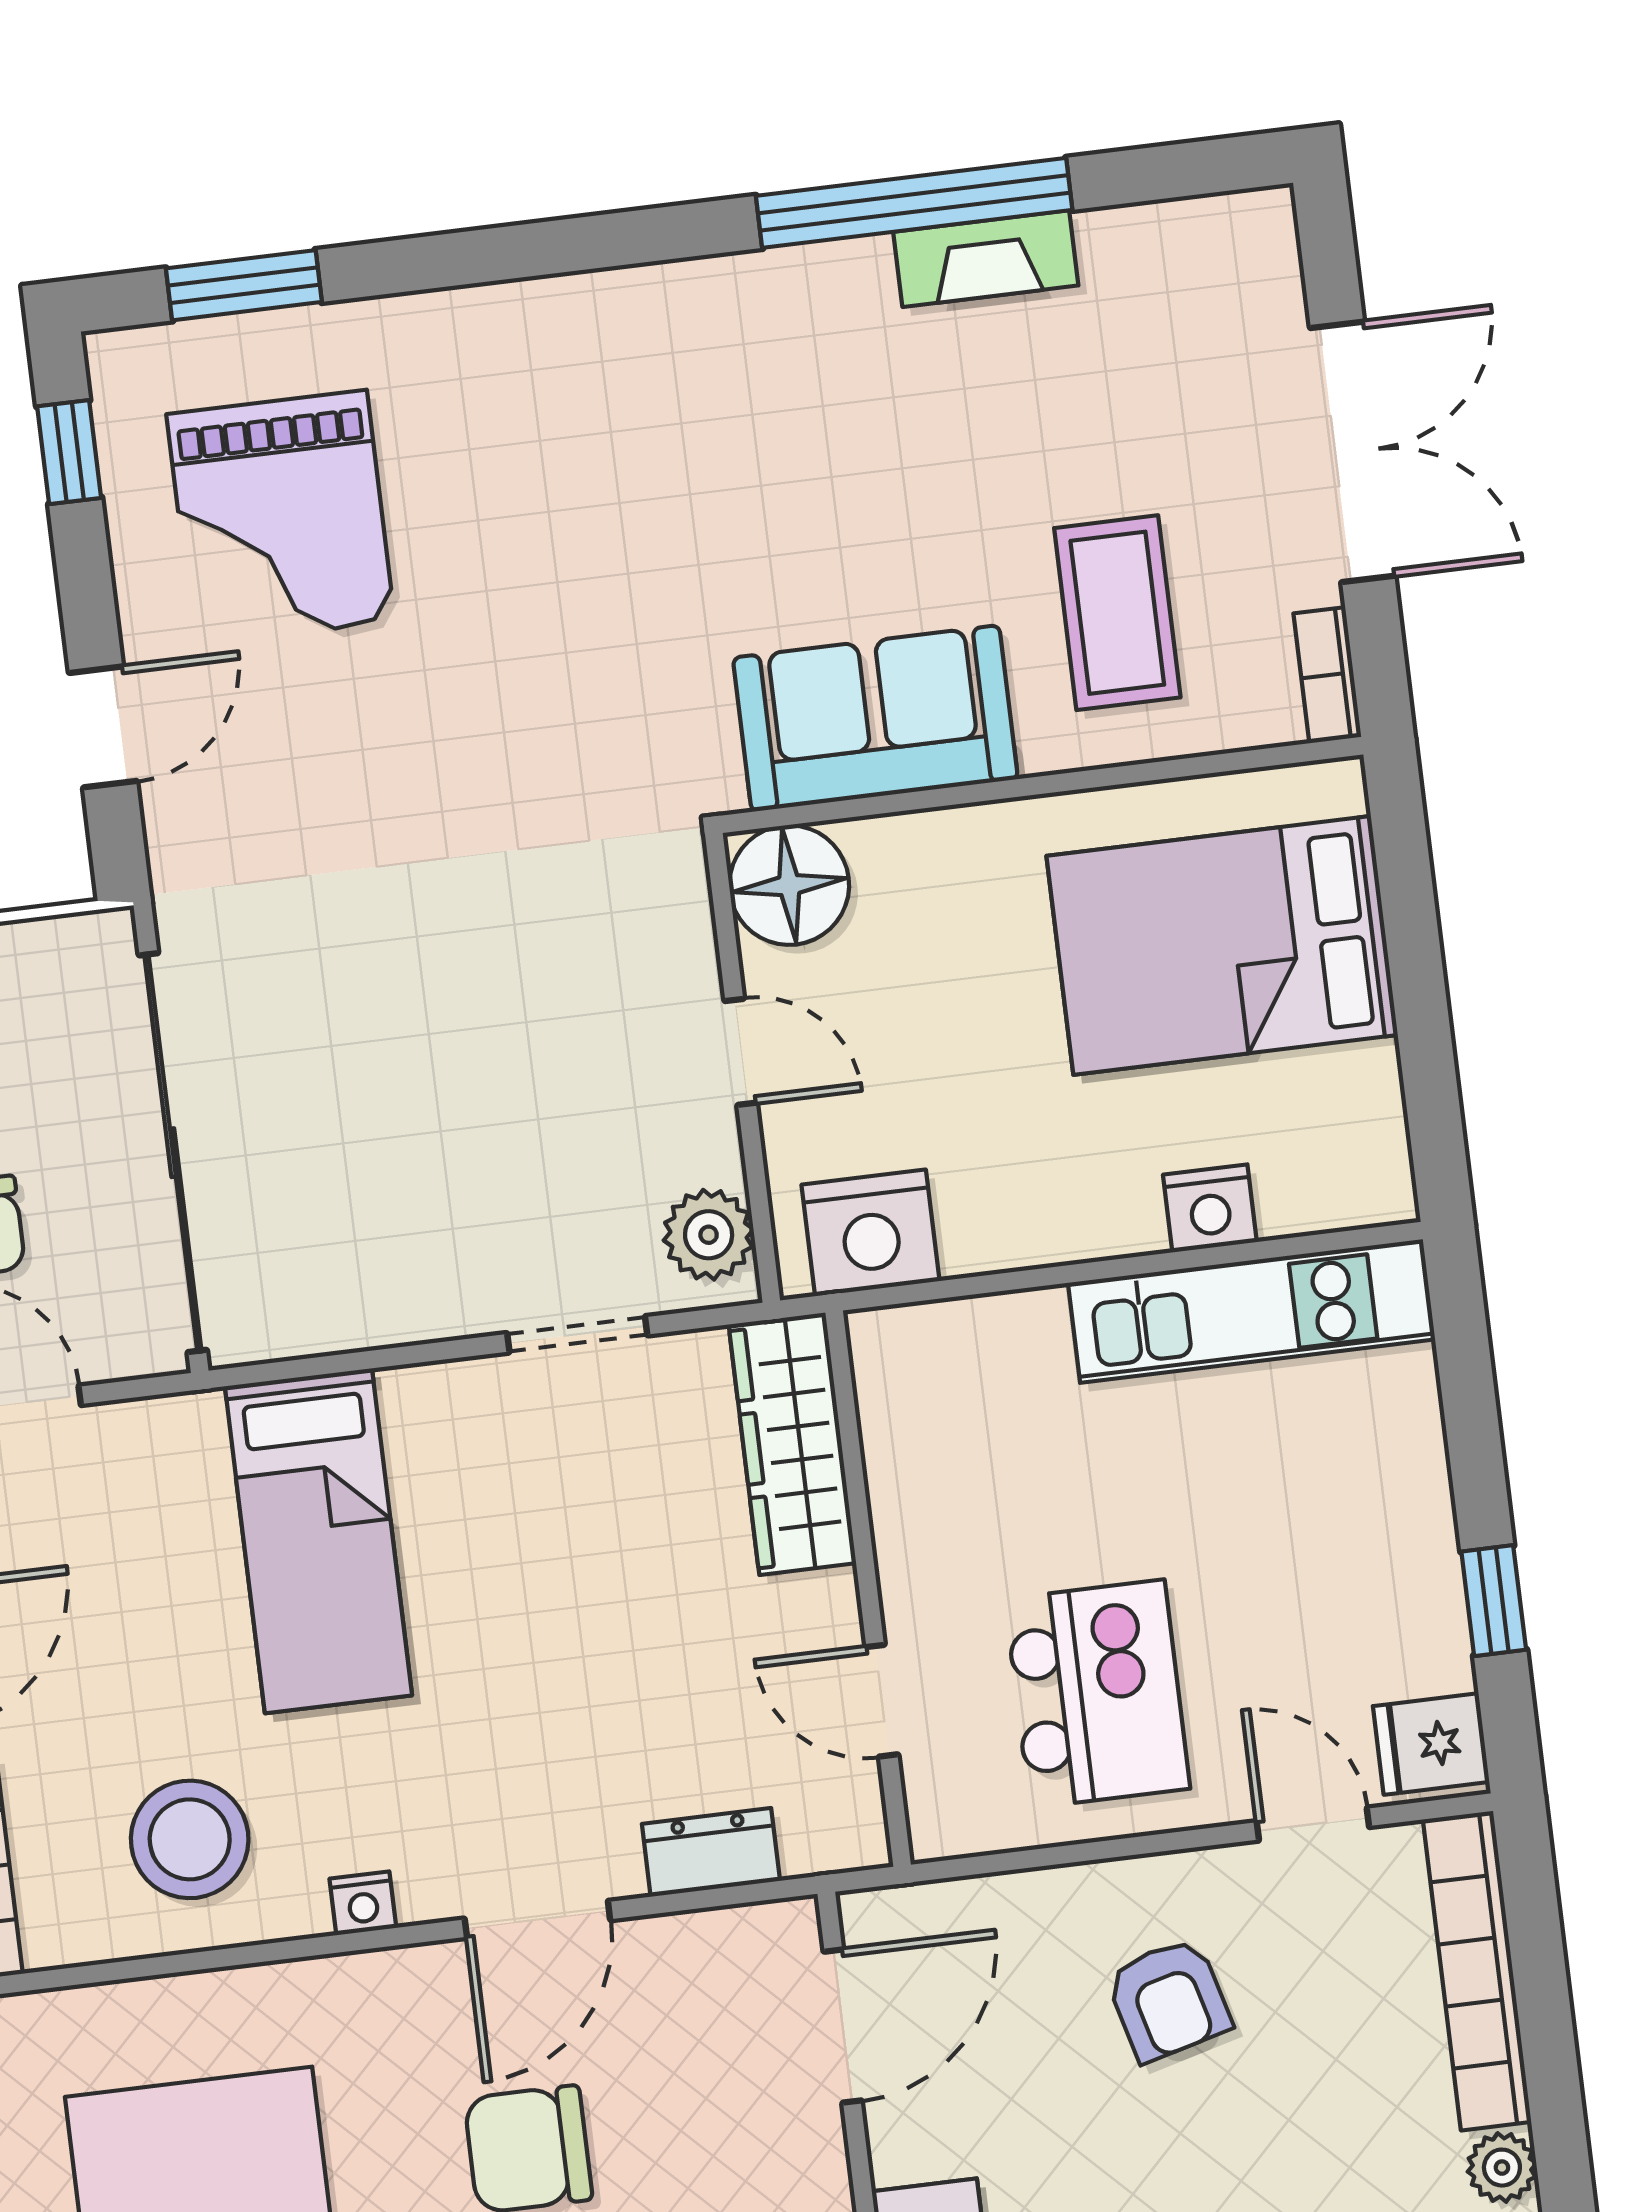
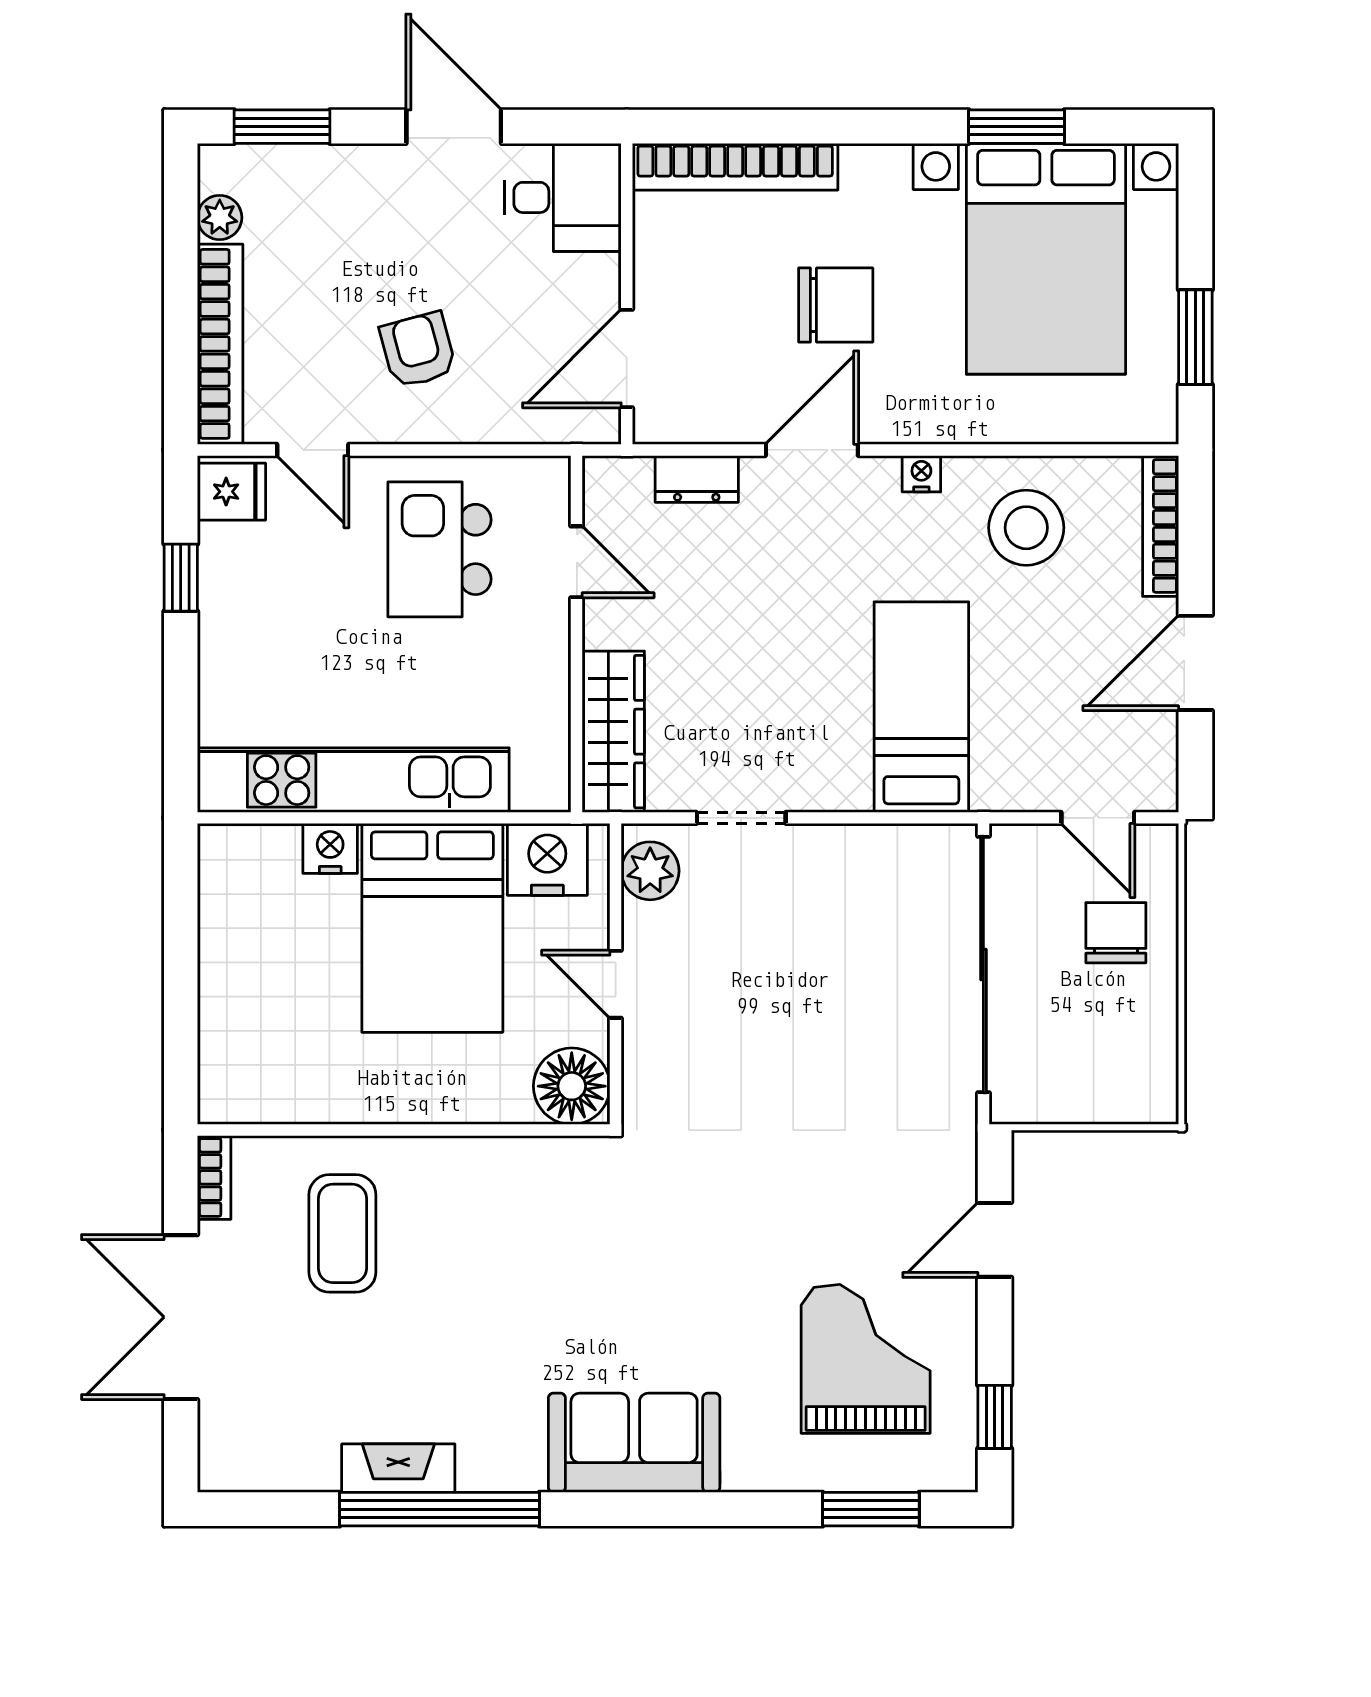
sofa: (875, 718) -> (634, 1443), moved, turned 180
bed: (1222, 945) -> (432, 928), moved, turned 90
kitchen unit: (1252, 1311) -> (353, 780), width x1.36

